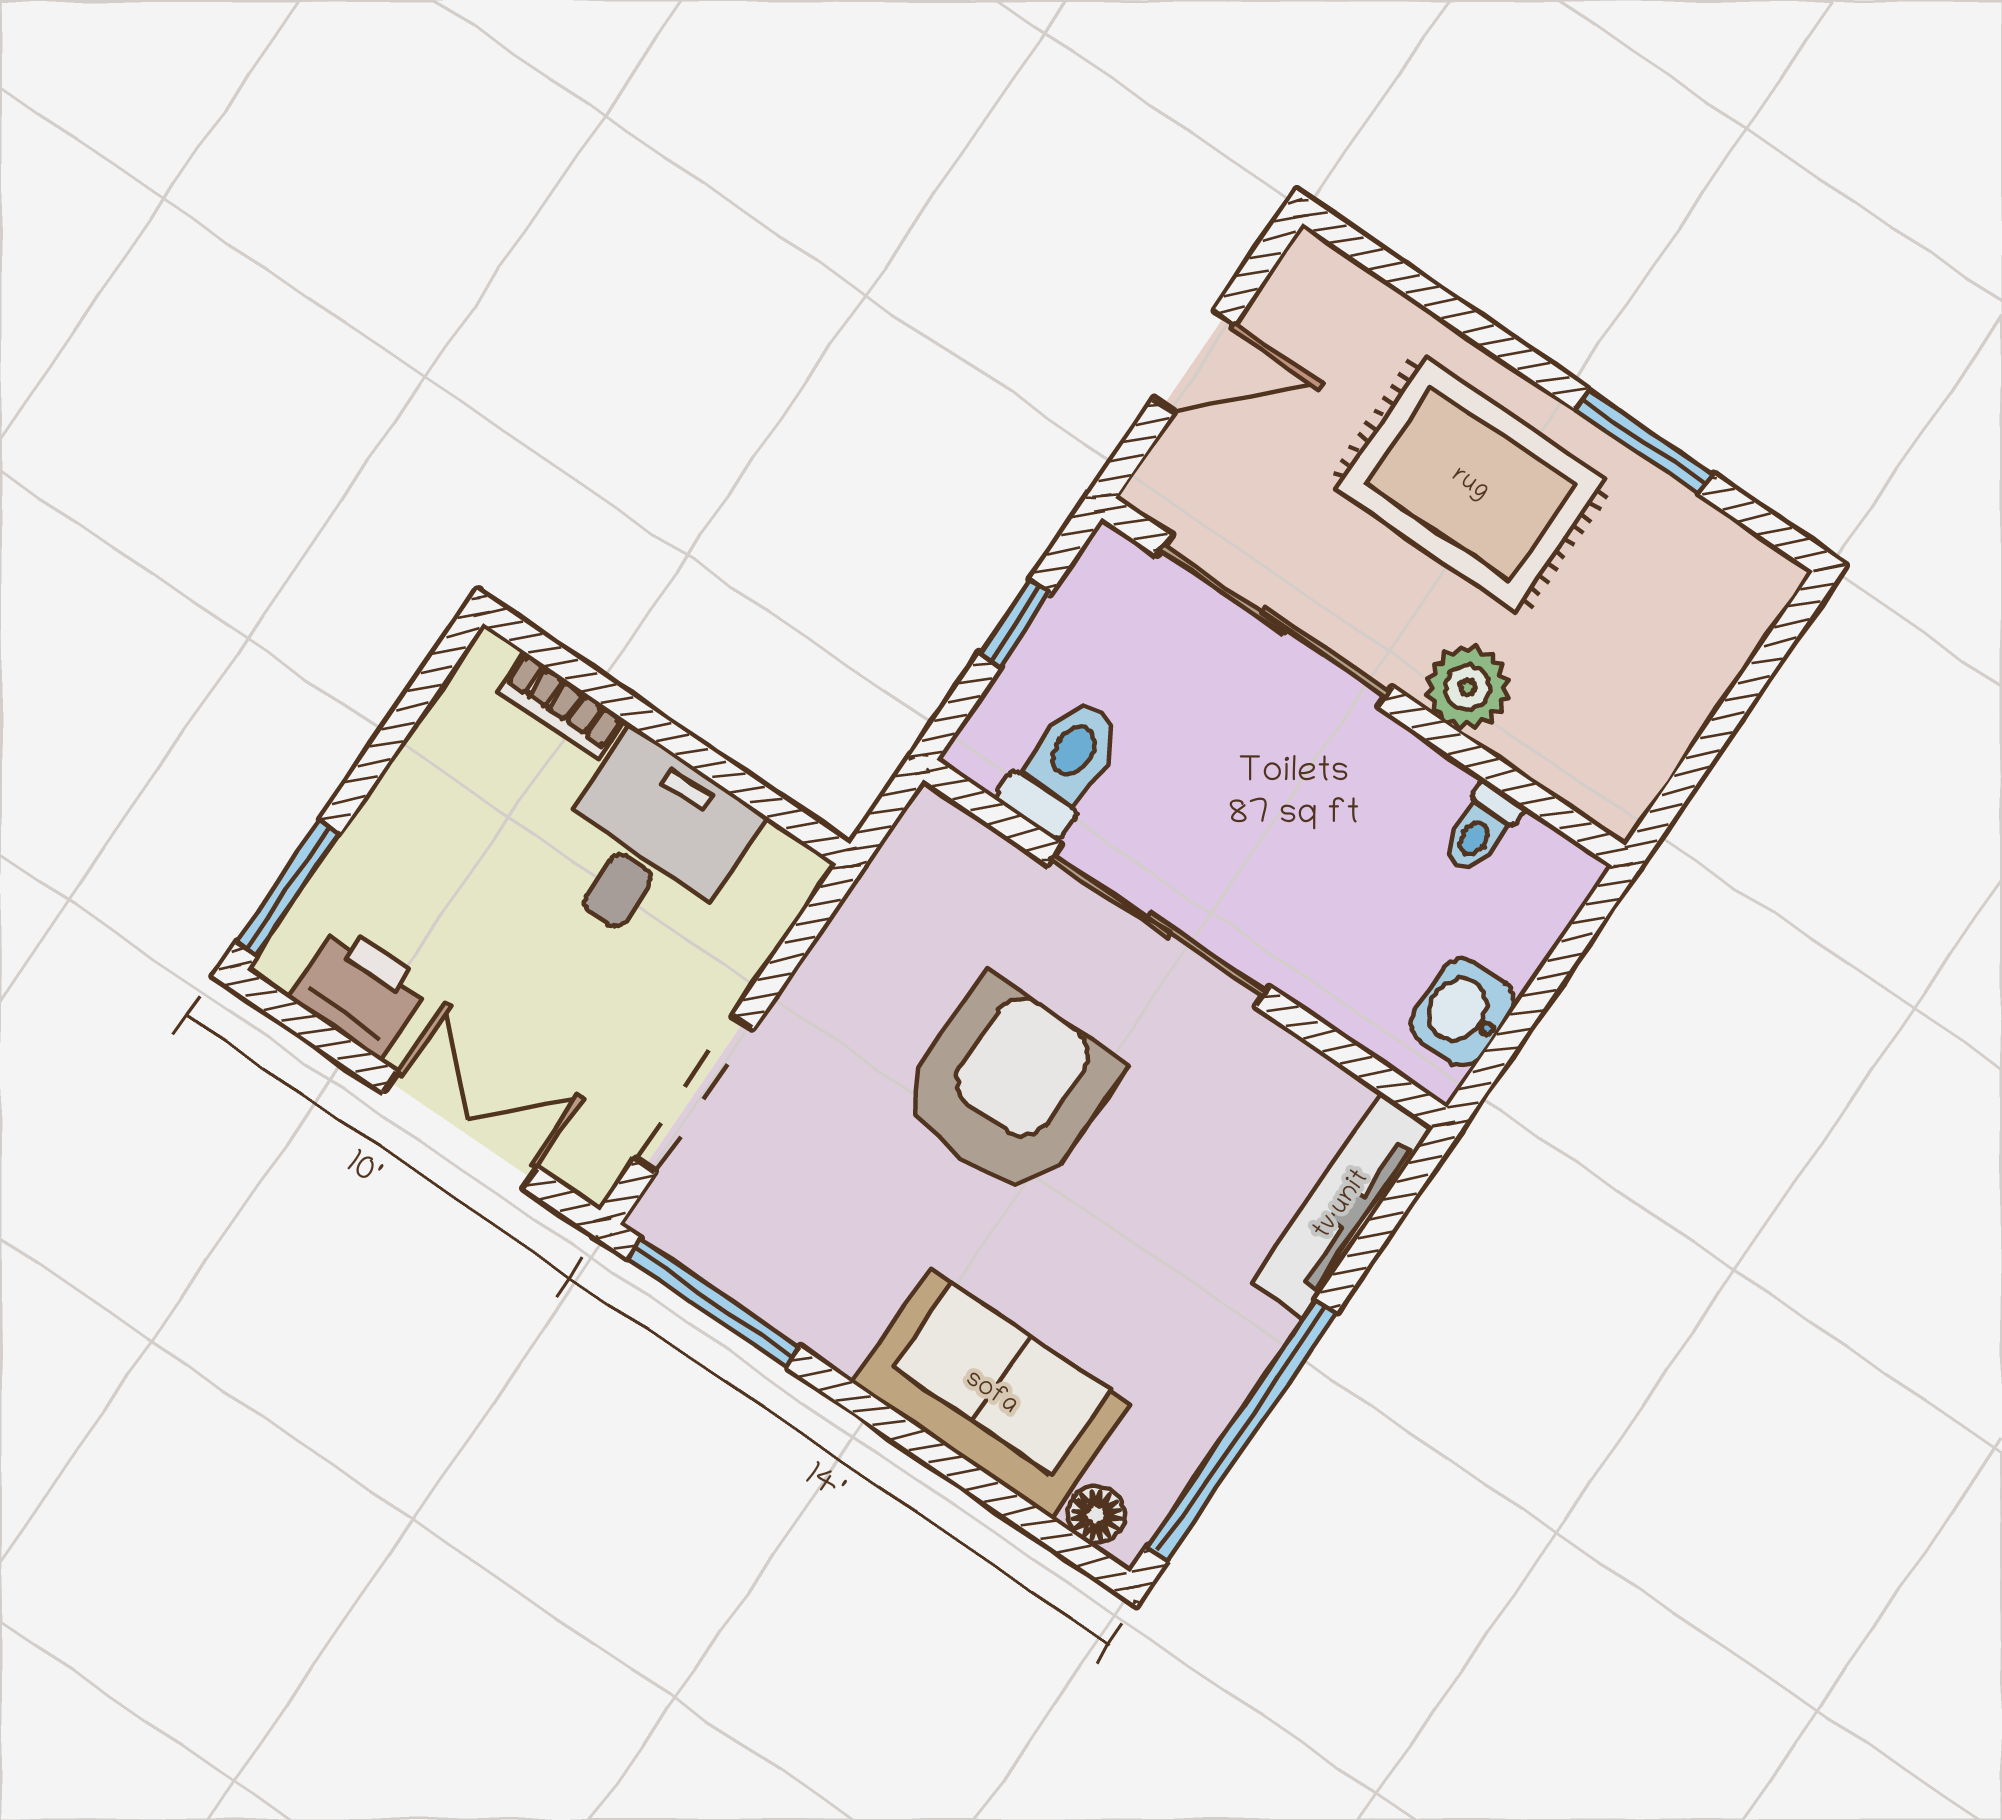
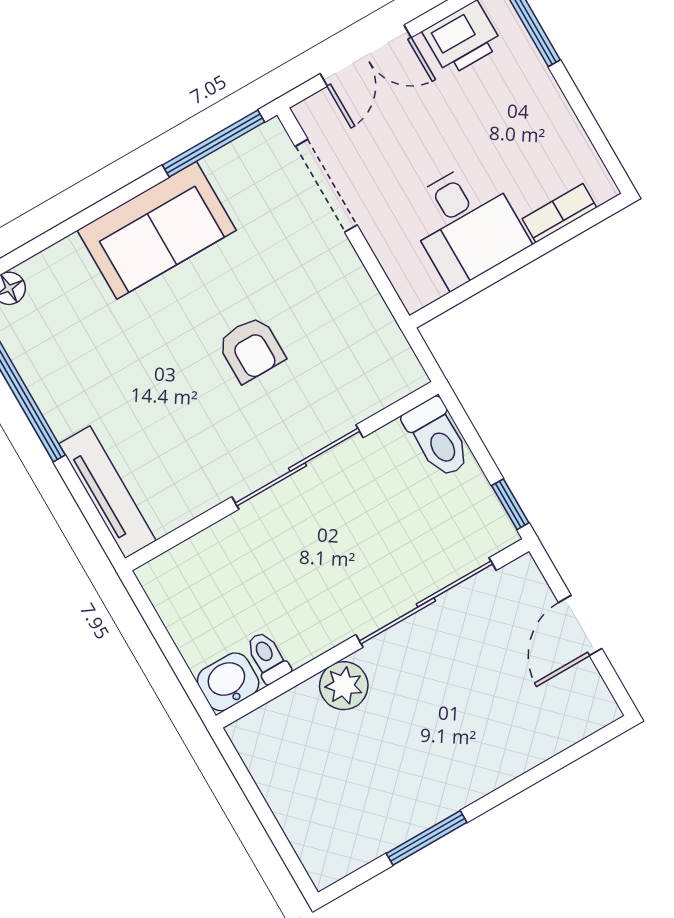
rug: (1470, 484) -> (448, 737), removed
window: (1015, 623) -> (510, 504), moved
toilet: (1063, 766) -> (437, 438), moved
washbasin: (1463, 1012) -> (228, 682), moved, turned -90
armchair: (1009, 1088) -> (251, 349), width x0.53, depth x0.53
sofa: (991, 1393) -> (157, 230), moved

